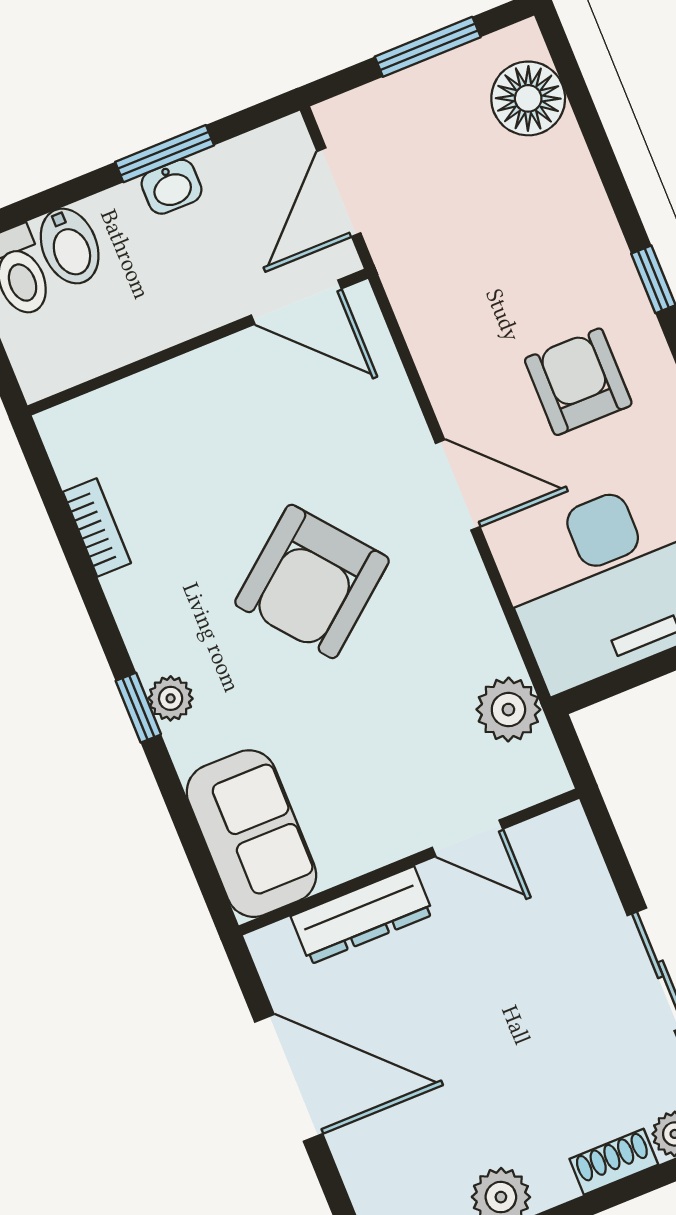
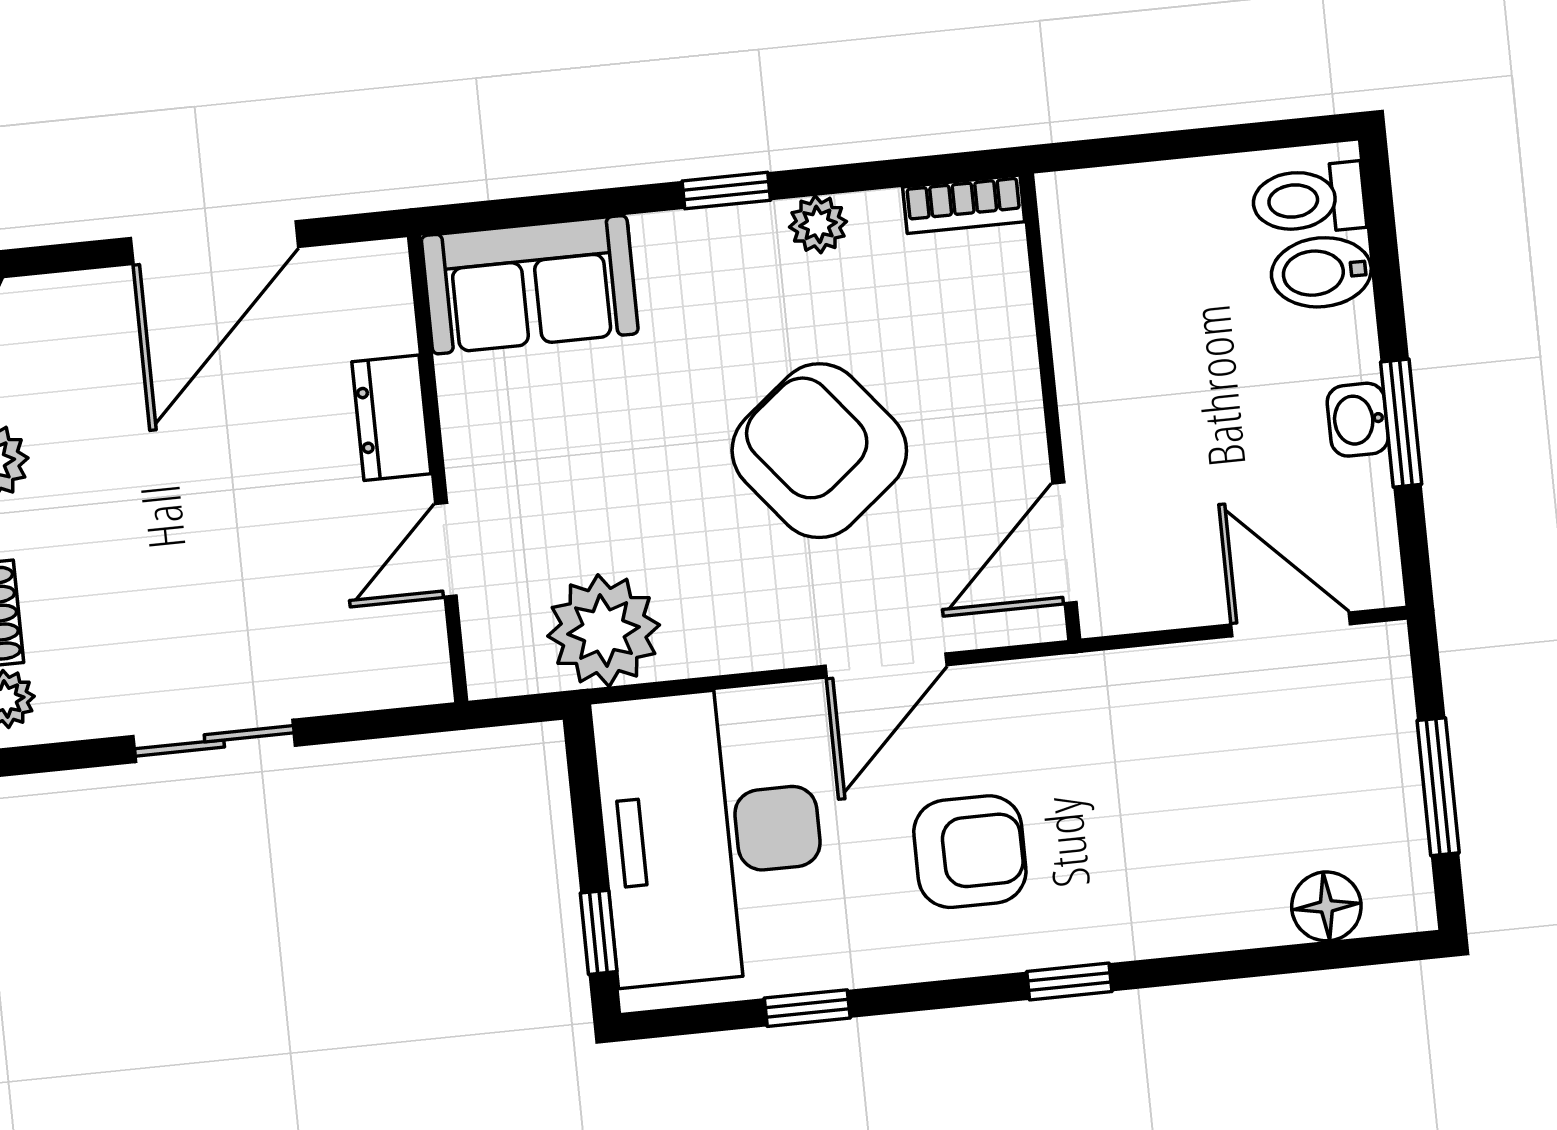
floor lamp: (528, 98) -> (1326, 906), width x0.73, depth x0.73
door: (296, 302) -> (1064, 543), moved
wall: (198, 342) -> (1051, 407), moved
plant: (171, 698) -> (818, 224), moved
plant: (508, 710) -> (604, 631), width x1.36, depth x1.36
dresser: (362, 915) -> (391, 418), width x0.70

